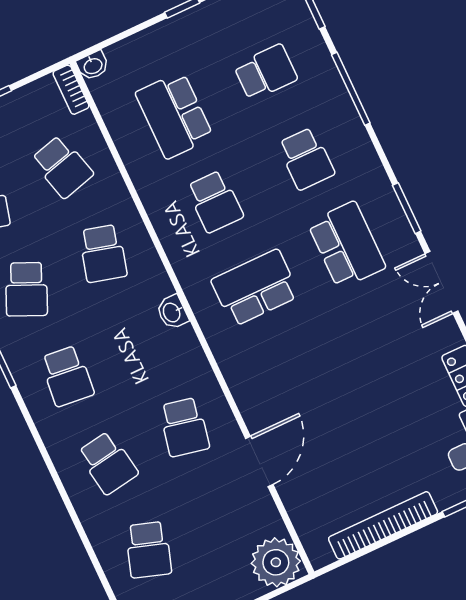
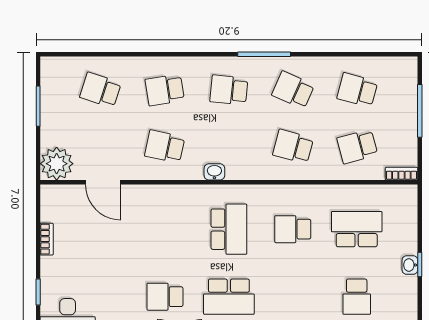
washbasin: (93, 66) -> (410, 265), moved
school desk: (306, 159) -> (165, 297), moved
washbasin: (172, 312) -> (214, 172), moved
door: (259, 461) -> (103, 182), moved
bookcase: (383, 525) -> (47, 239), width x0.43, depth x0.76

